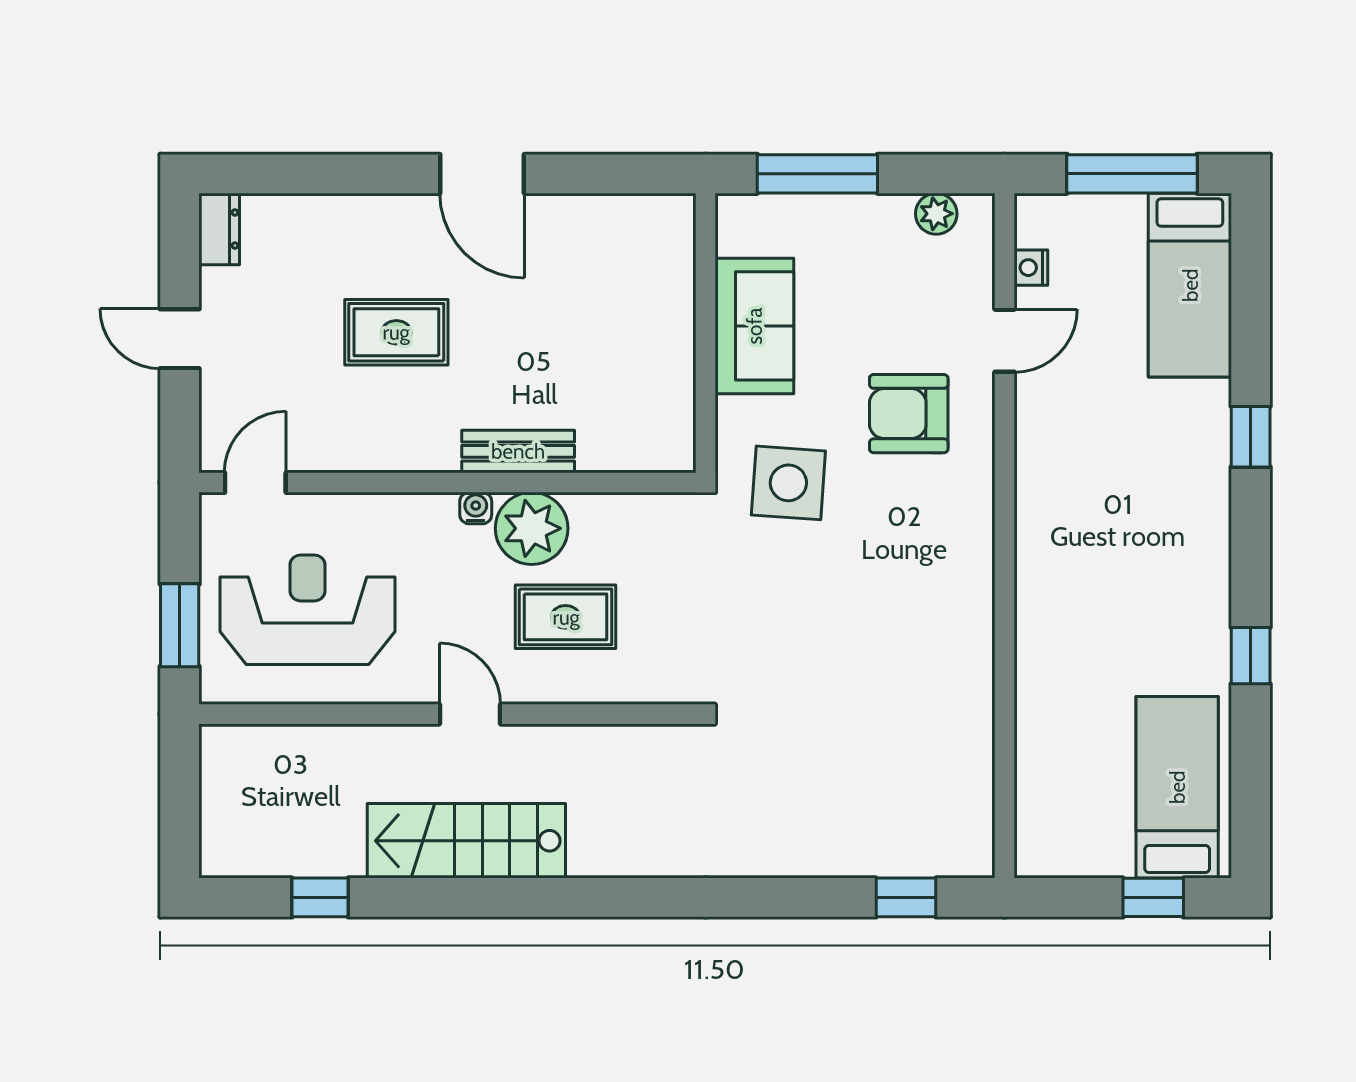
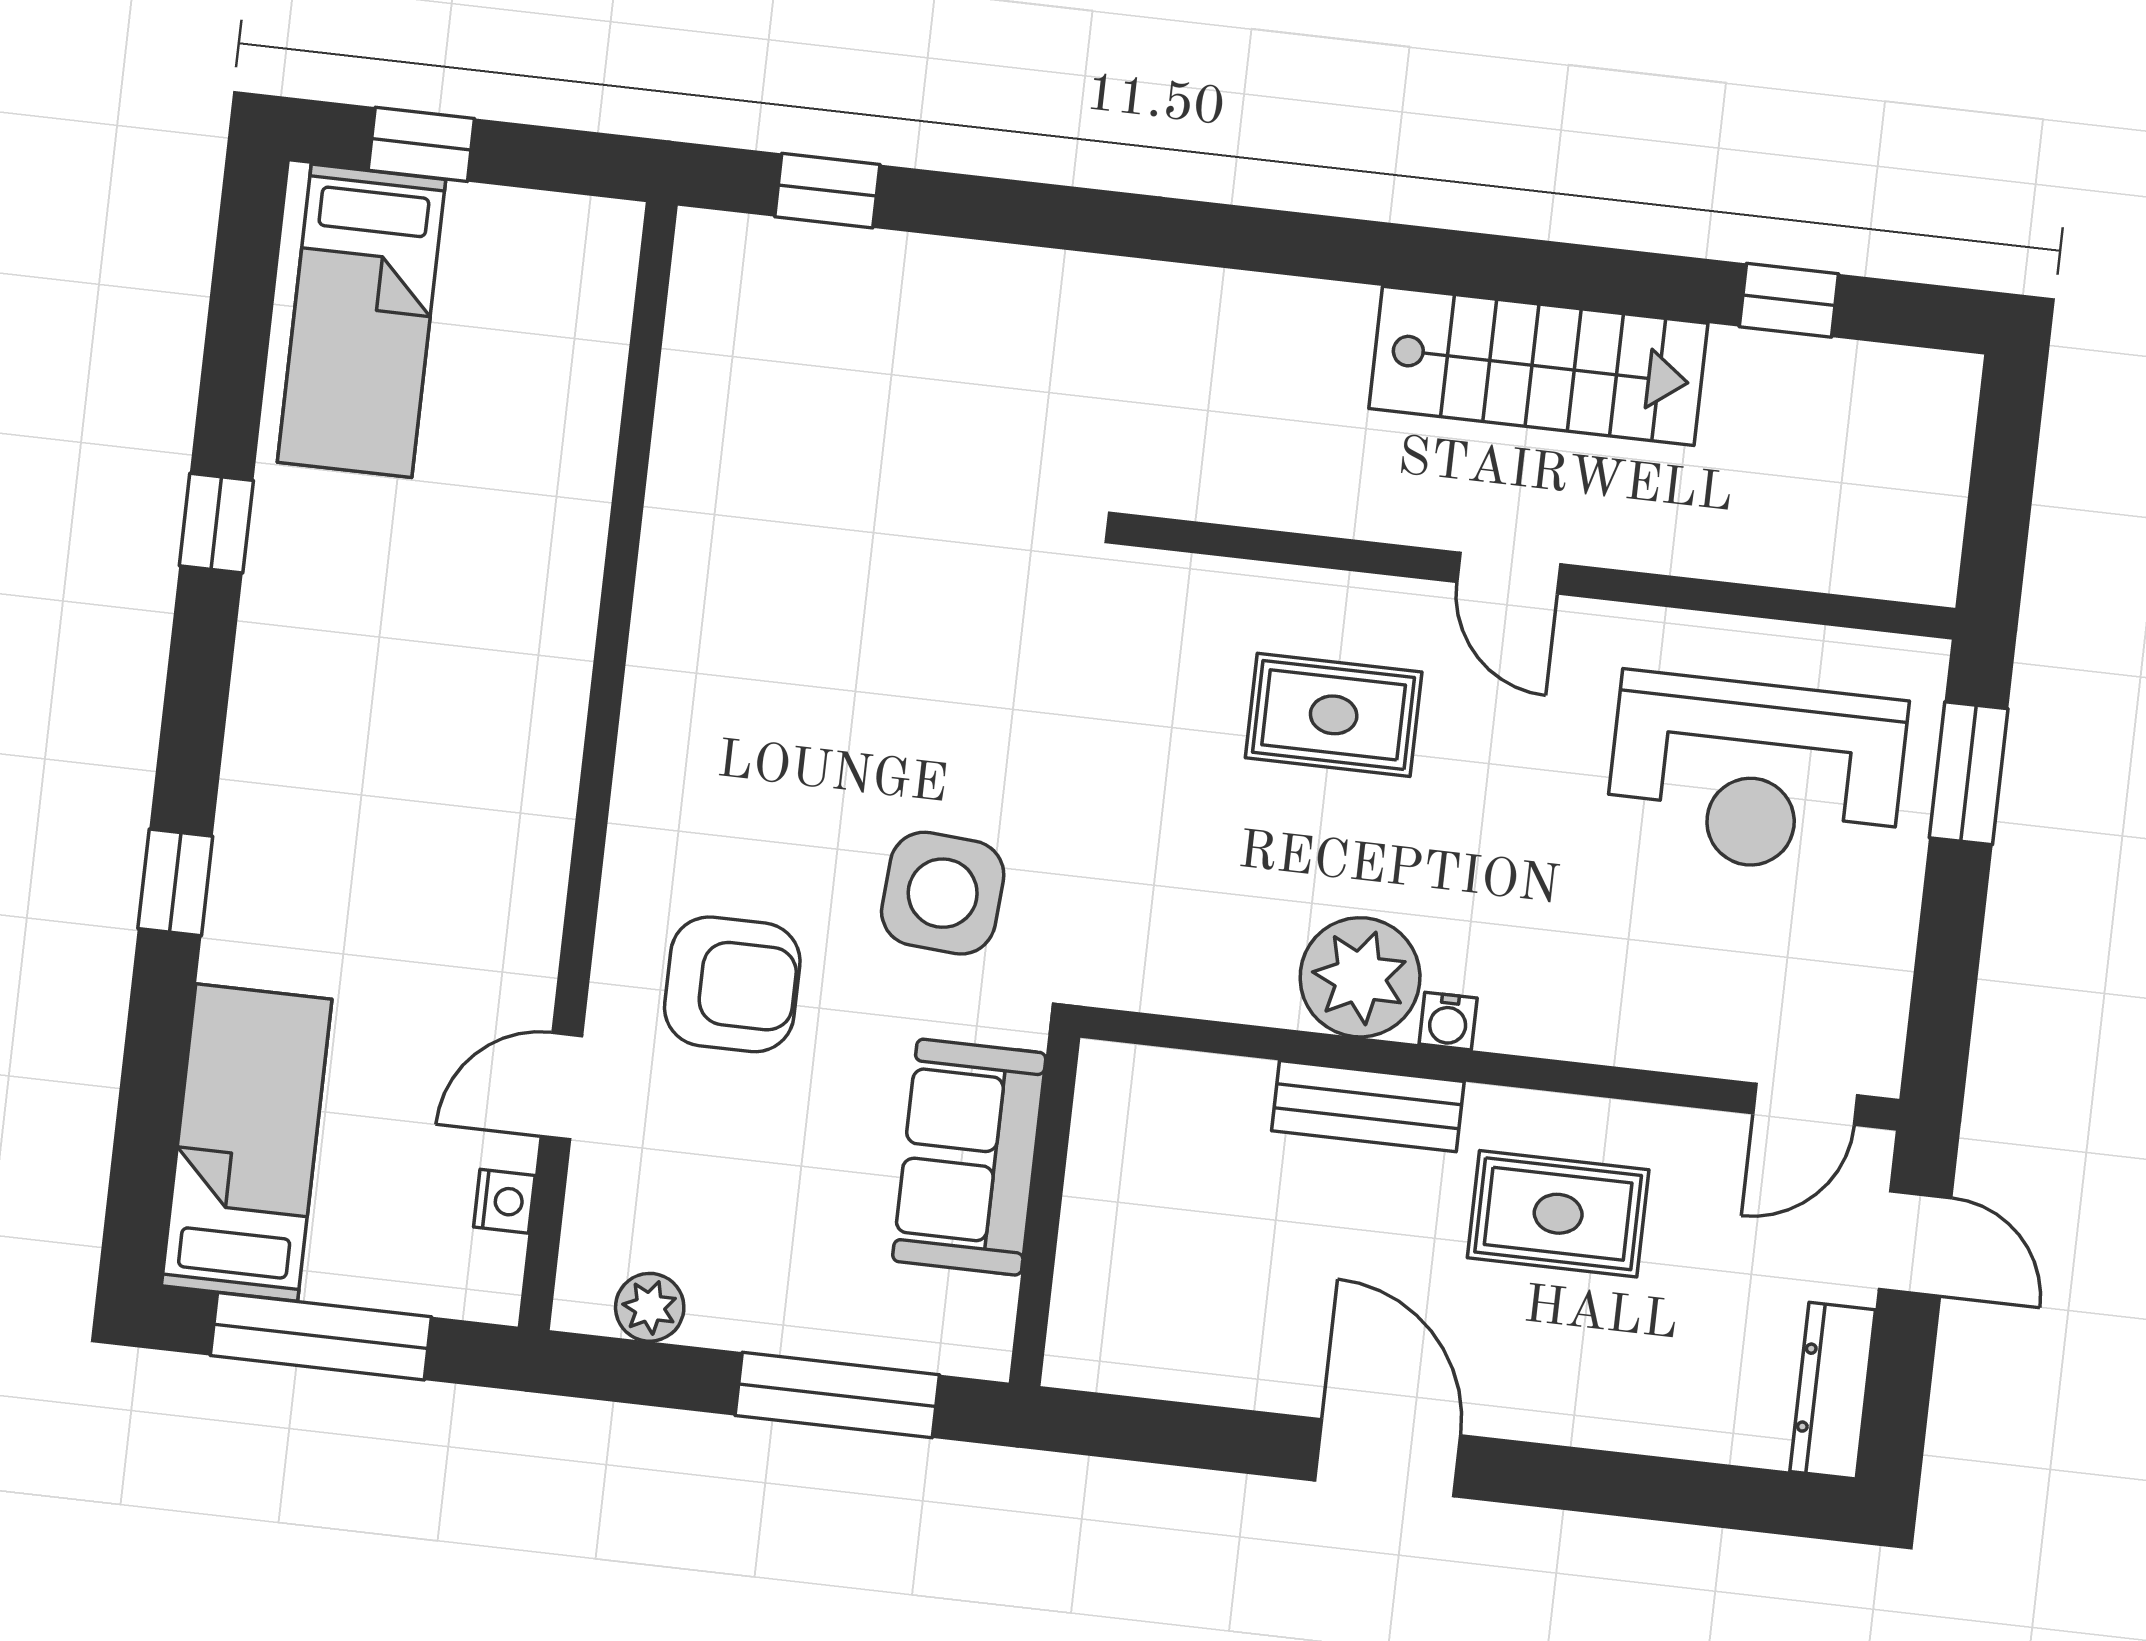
dresser: (219, 229) -> (1833, 1391), width x1.44
bench: (518, 451) -> (1368, 1106), moved
door: (255, 483) -> (1805, 1104), moved
wall: (447, 483) -> (1490, 1068), moved
water cooler: (476, 508) -> (1448, 1021), moved
plant: (532, 528) -> (1360, 977), moved

